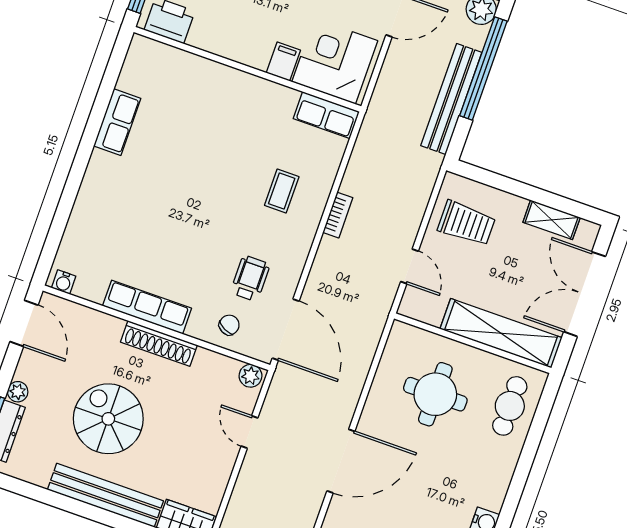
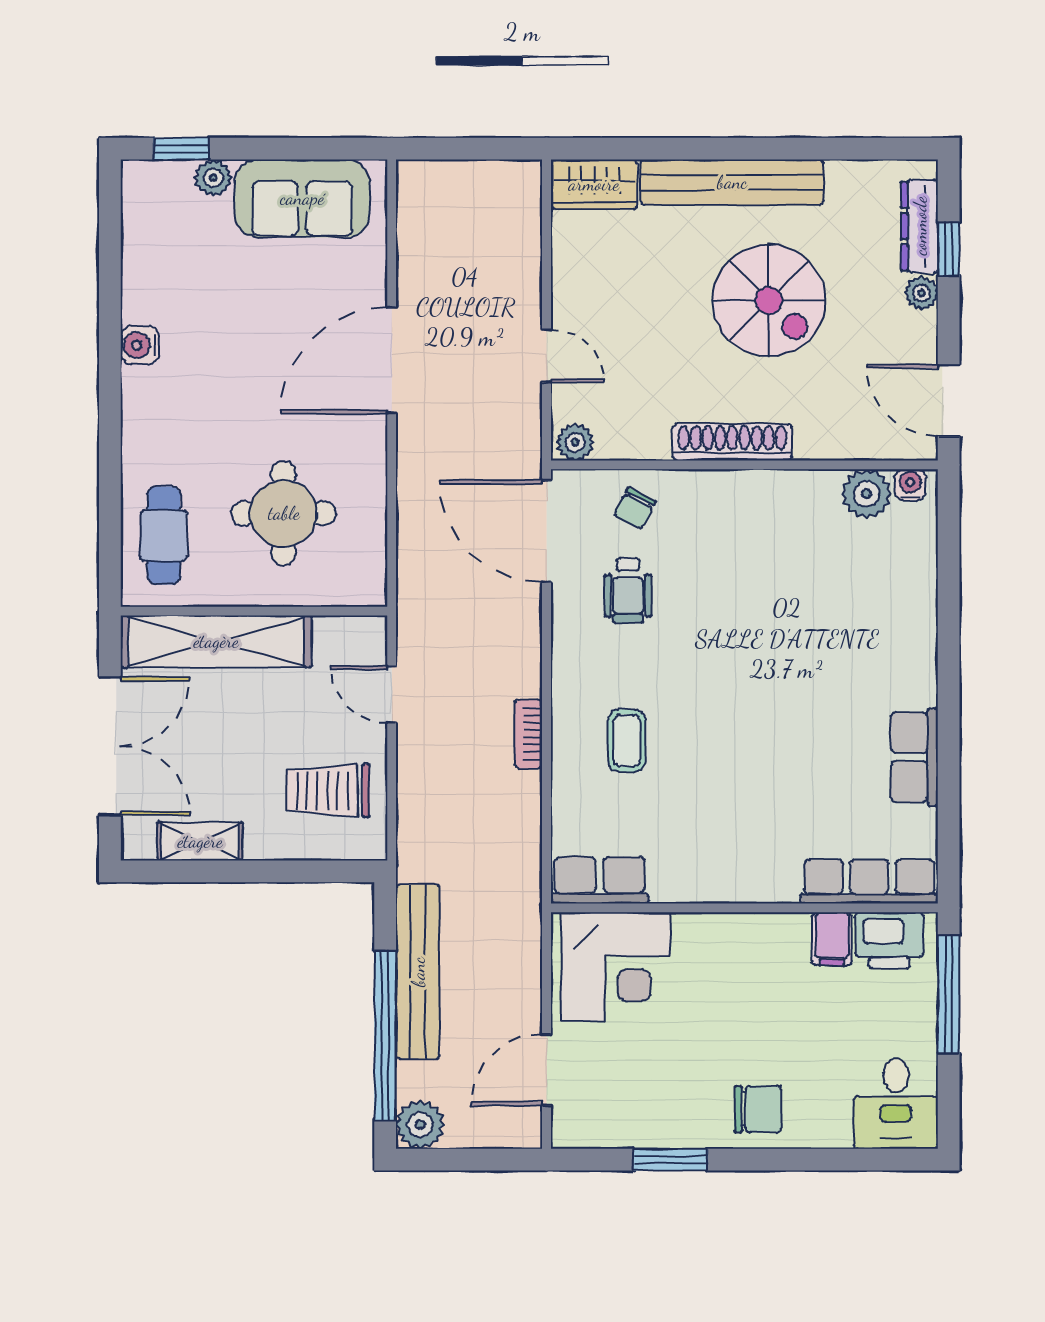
filing cabinet: (283, 62) -> (832, 939), moved
plant: (91, 286) -> (867, 494), added
row of seats: (147, 307) -> (869, 881), moved, turned 180

